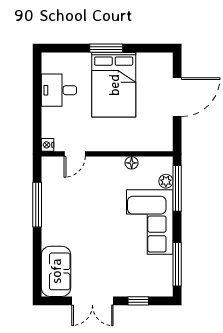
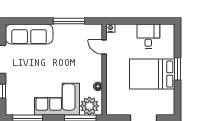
plant: (166, 181) -> (89, 106), width x1.88, depth x1.88
sofa: (56, 271) -> (29, 34), width x1.36

